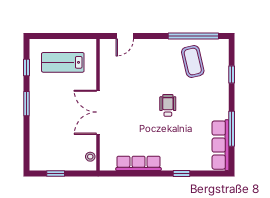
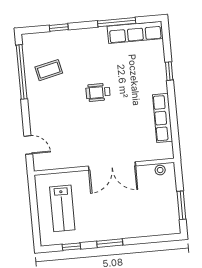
coffee table: (193, 61) -> (49, 70), width x0.73, depth x0.77
window: (56, 173) -> (181, 205), width x1.50

